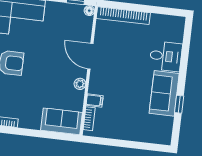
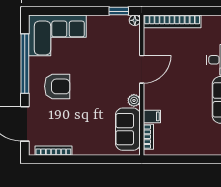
door: (90, 56) -> (142, 69), swing flipped
sofa: (62, 121) -> (128, 129), moved, turned -90

